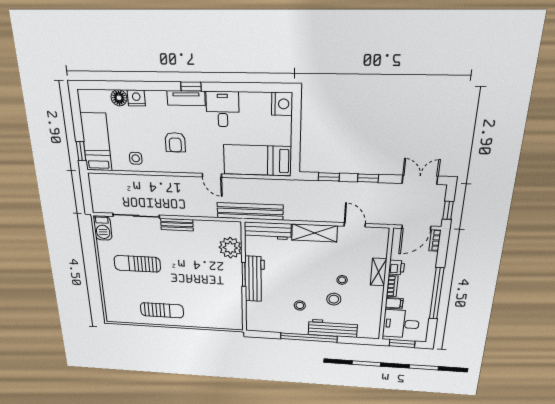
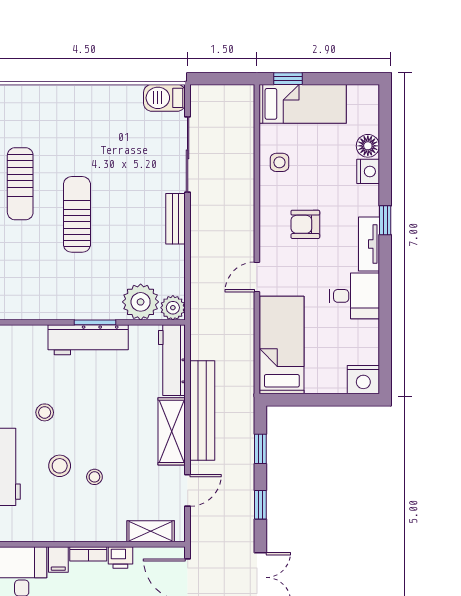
window: (191, 86) -> (385, 220), moved
bench: (250, 211) -> (202, 410), moved
plant: (234, 229) -> (173, 308), added
sun lounger: (137, 264) -> (77, 214), moved
shelving: (379, 272) -> (151, 531), moved

